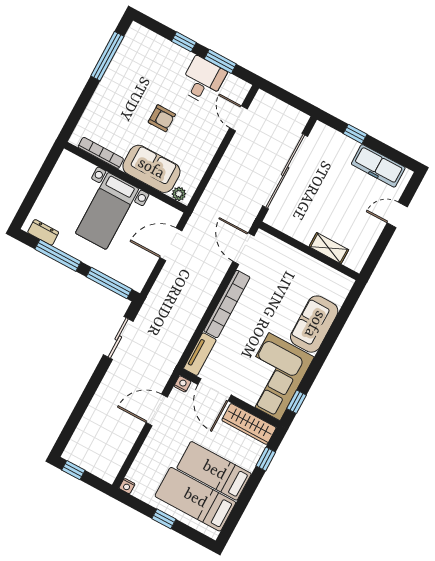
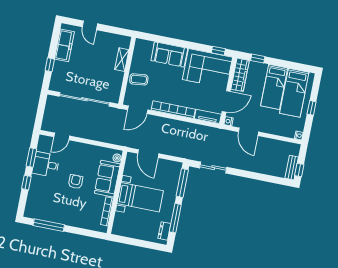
coffee table: (290, 265) -> (139, 79), added
bench: (81, 460) -> (292, 168), added

